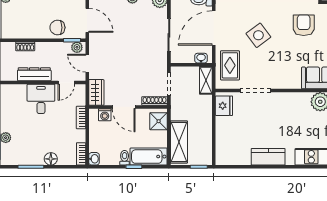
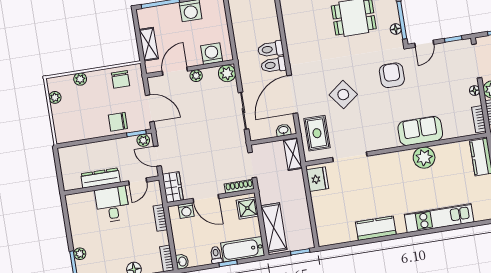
shoe rack: (25, 46) -> (85, 149), removed

